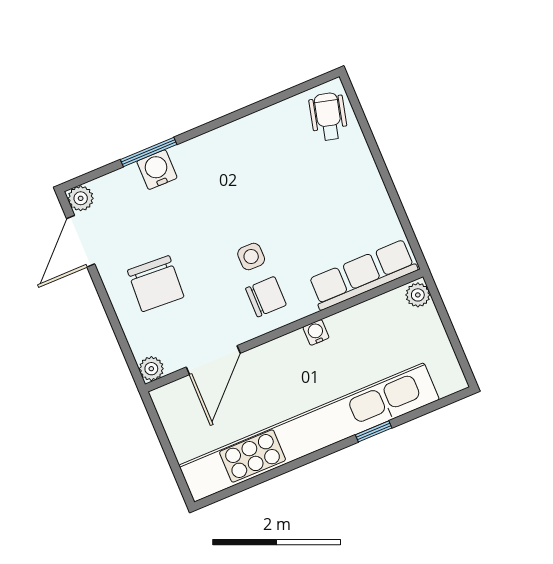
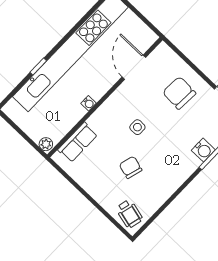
row of seats: (363, 275) -> (78, 142), width x0.68
chair: (266, 297) -> (131, 167), moved, turned 106
plant: (151, 369) -> (163, 49), removed

